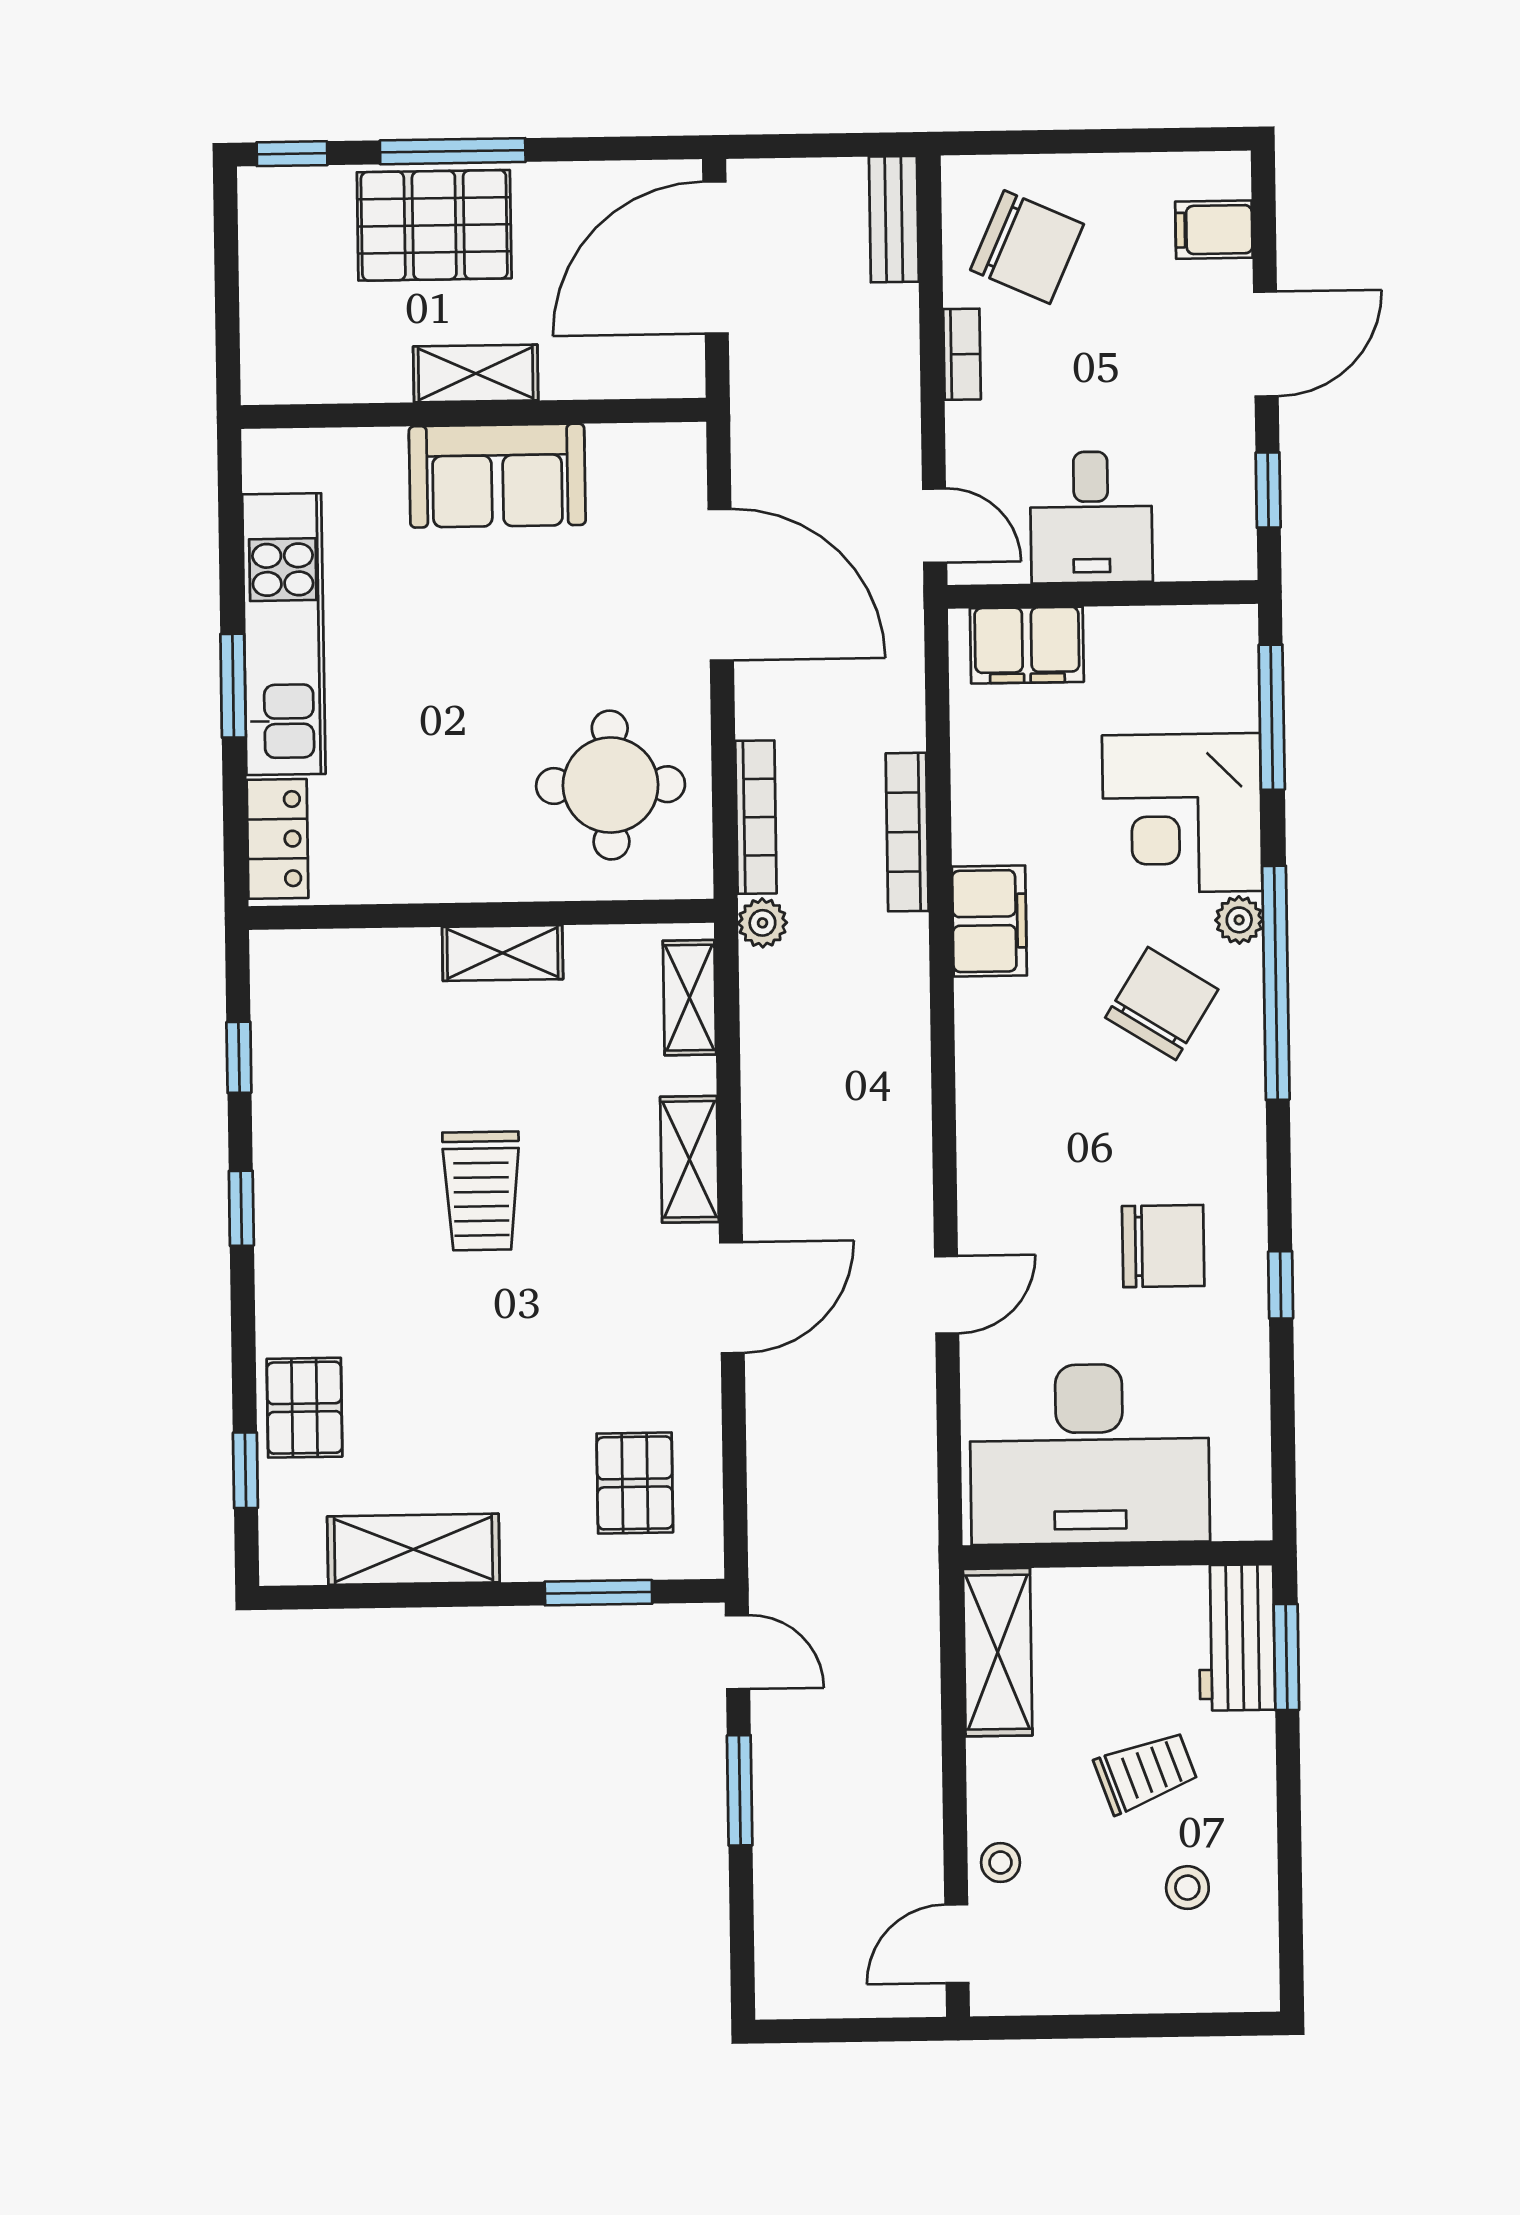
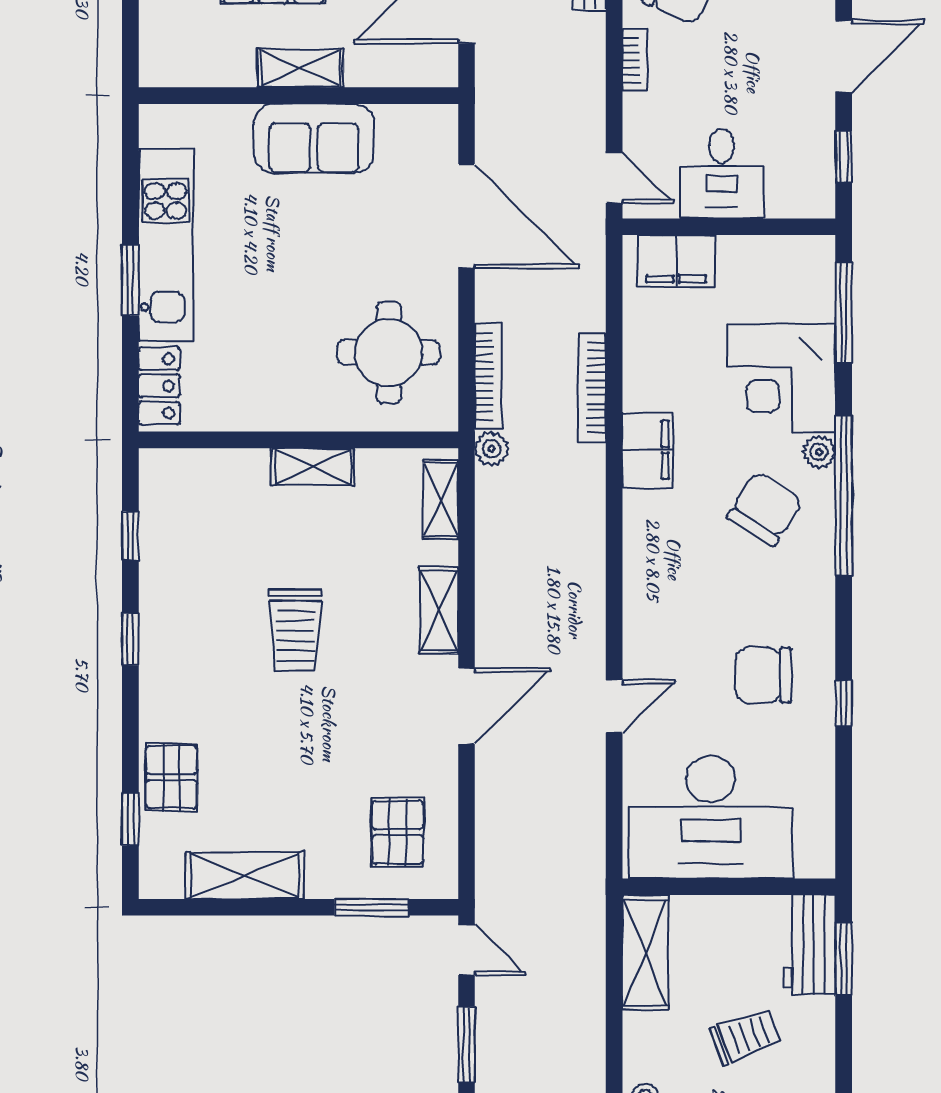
chair: (1163, 1246) -> (763, 675), turned 180

